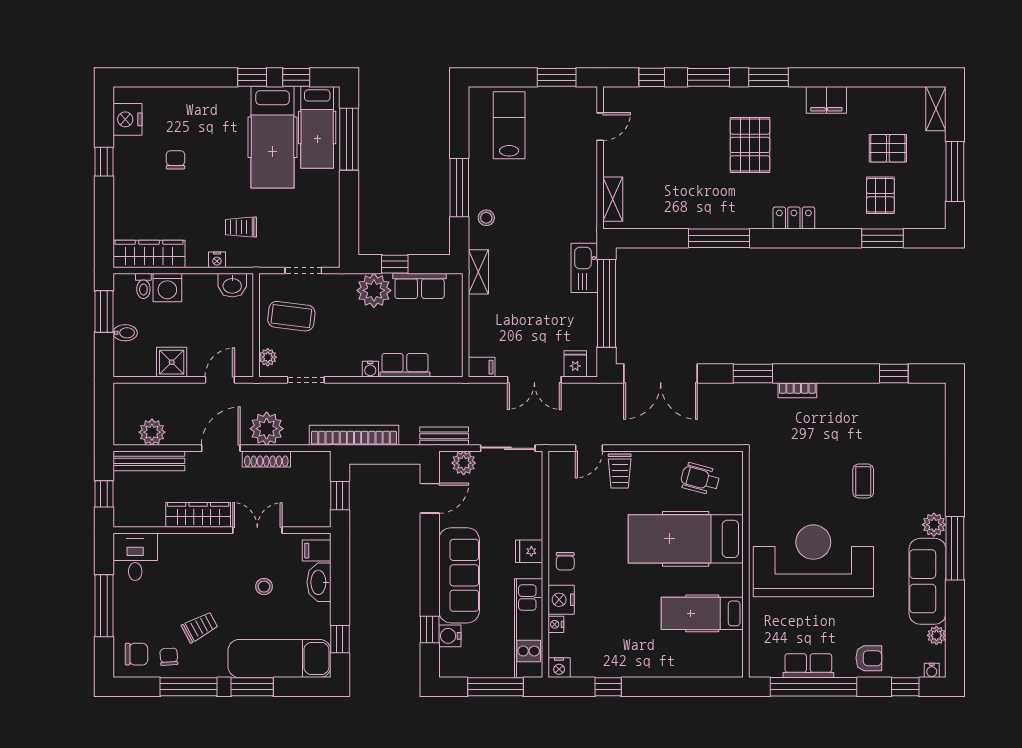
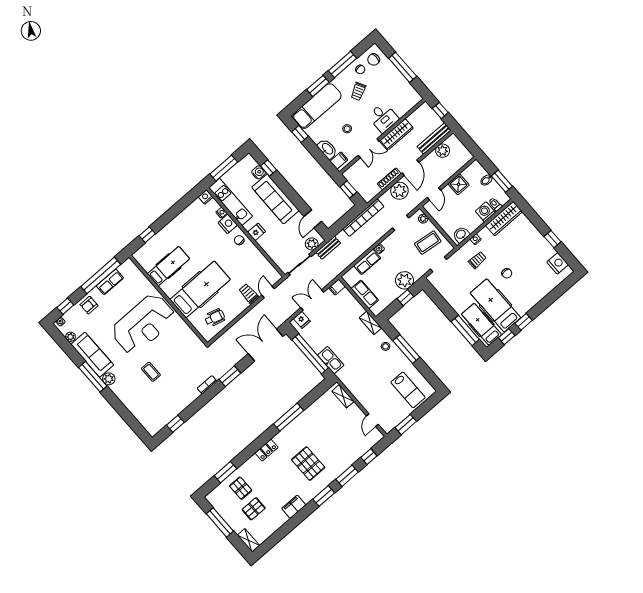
chair: (175, 160) -> (507, 273), moved
row of seats: (420, 286) -> (365, 294), moved, turned 90
desk: (135, 557) -> (383, 118), moved
window: (608, 687) -> (147, 235), moved

